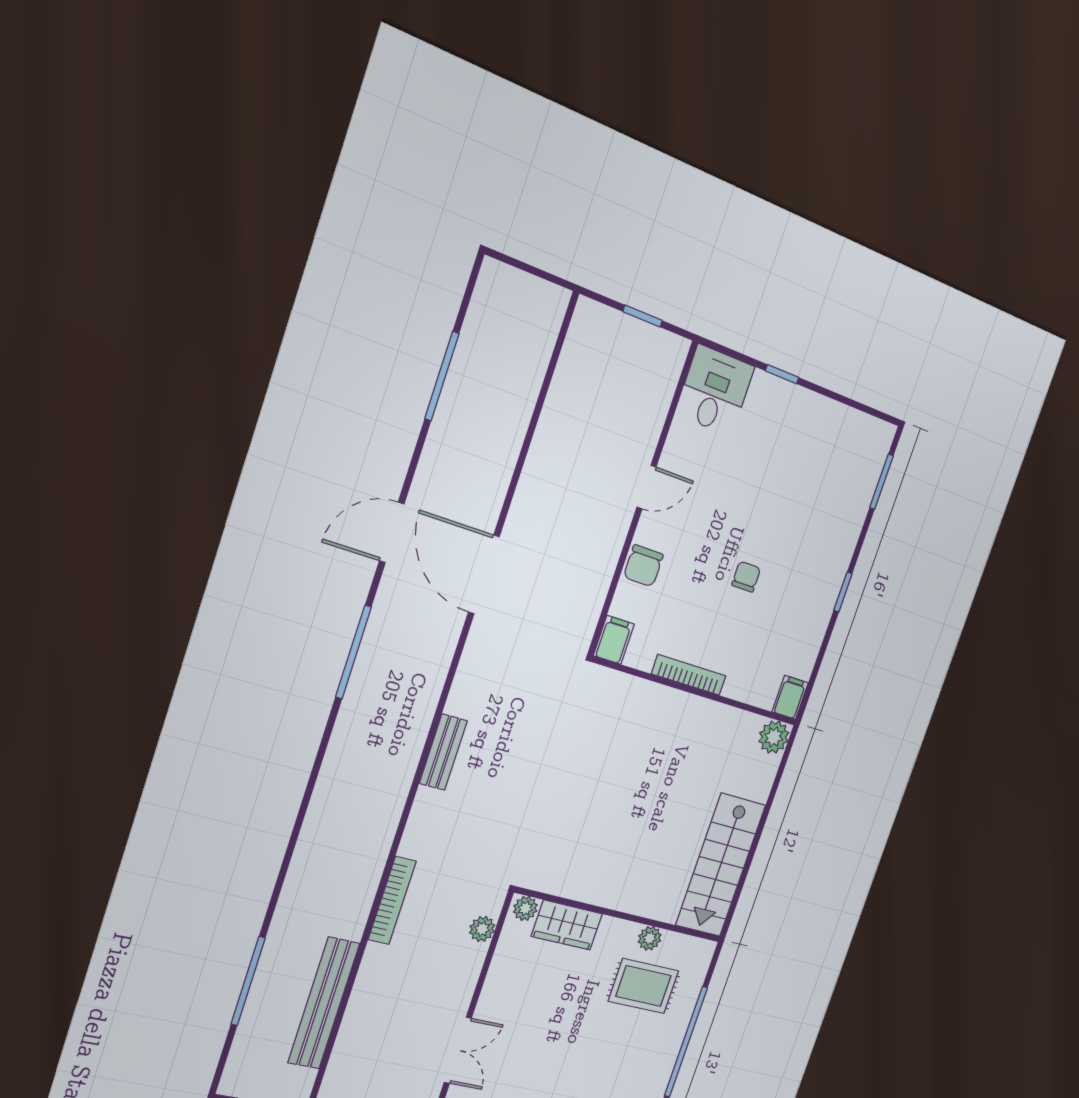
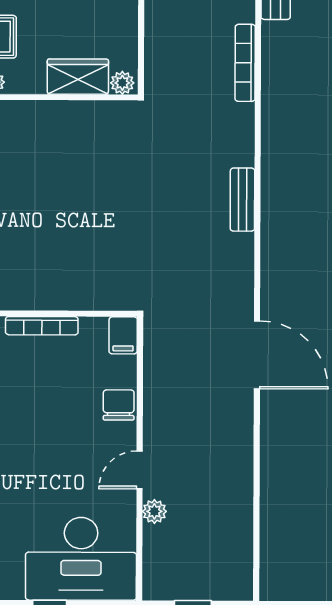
desk: (715, 390) -> (81, 559), width x1.87, depth x1.30
chair: (746, 577) -> (19, 425), removed
plant: (482, 929) -> (154, 511), moved

